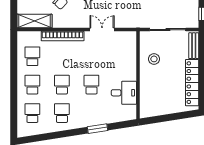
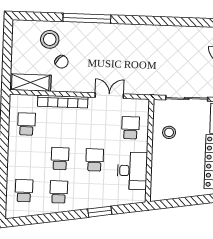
school desk: (32, 85) -> (130, 128), moved
desk: (124, 93) -> (132, 171), width x1.37

